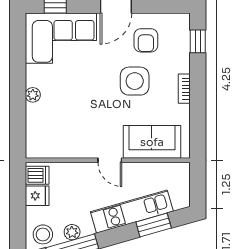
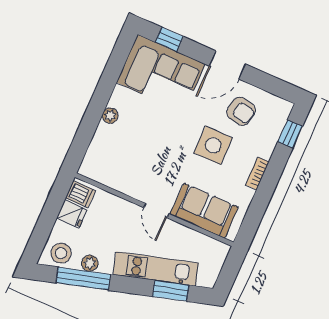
armchair: (146, 40) -> (241, 111), turned -79

